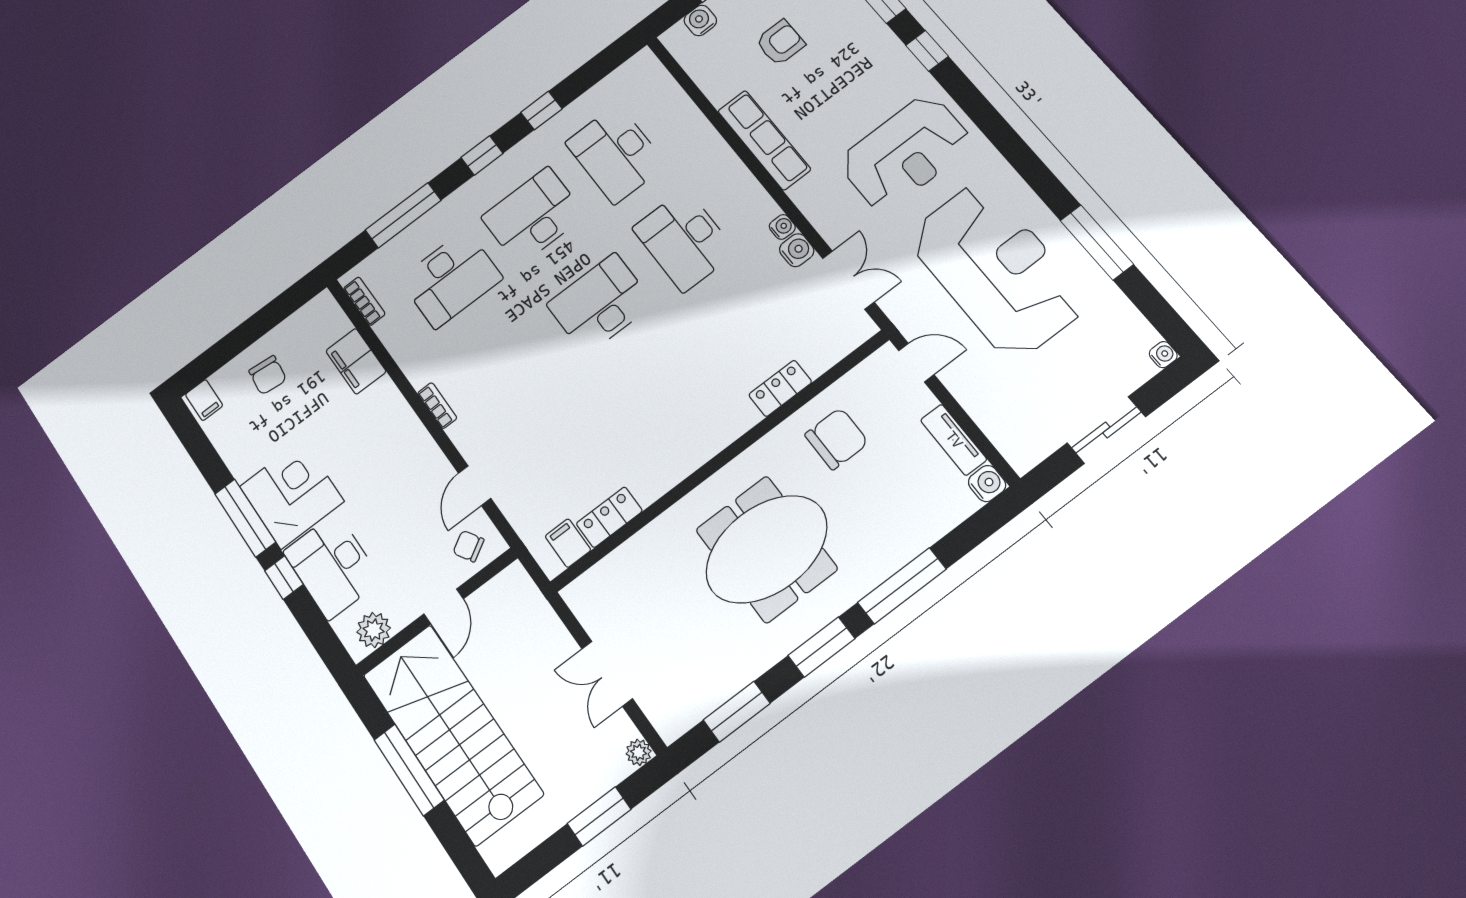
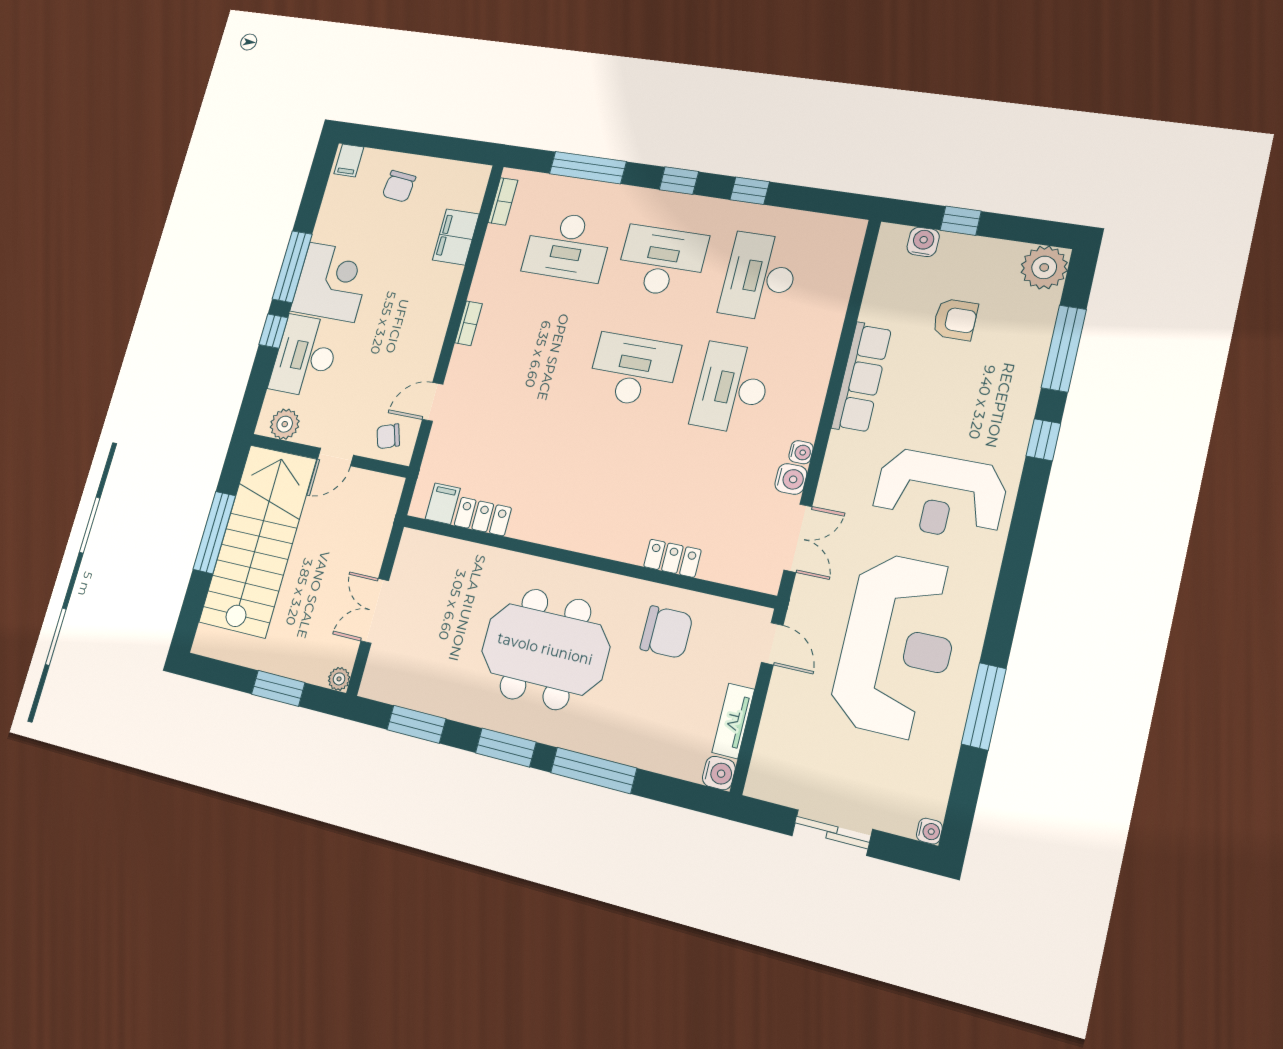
chair: (468, 546) -> (388, 436), turned -78

